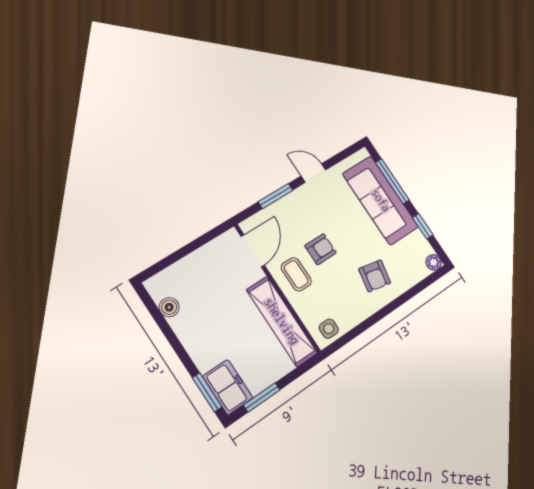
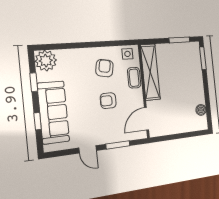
window: (392, 181) -> (38, 121), width x0.46
plant: (434, 262) -> (46, 61), width x1.88, depth x1.88
coffee table: (296, 274) -> (134, 78), moved
armchair: (375, 276) -> (104, 68), moved
freezer: (228, 387) -> (193, 55), removed

